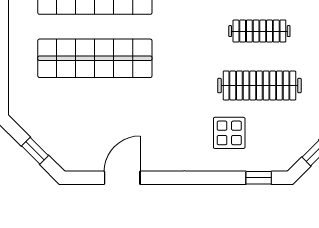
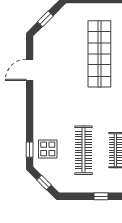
display table: (229, 133) -> (48, 149), moved
door: (122, 178) -> (30, 70), swing flipped

